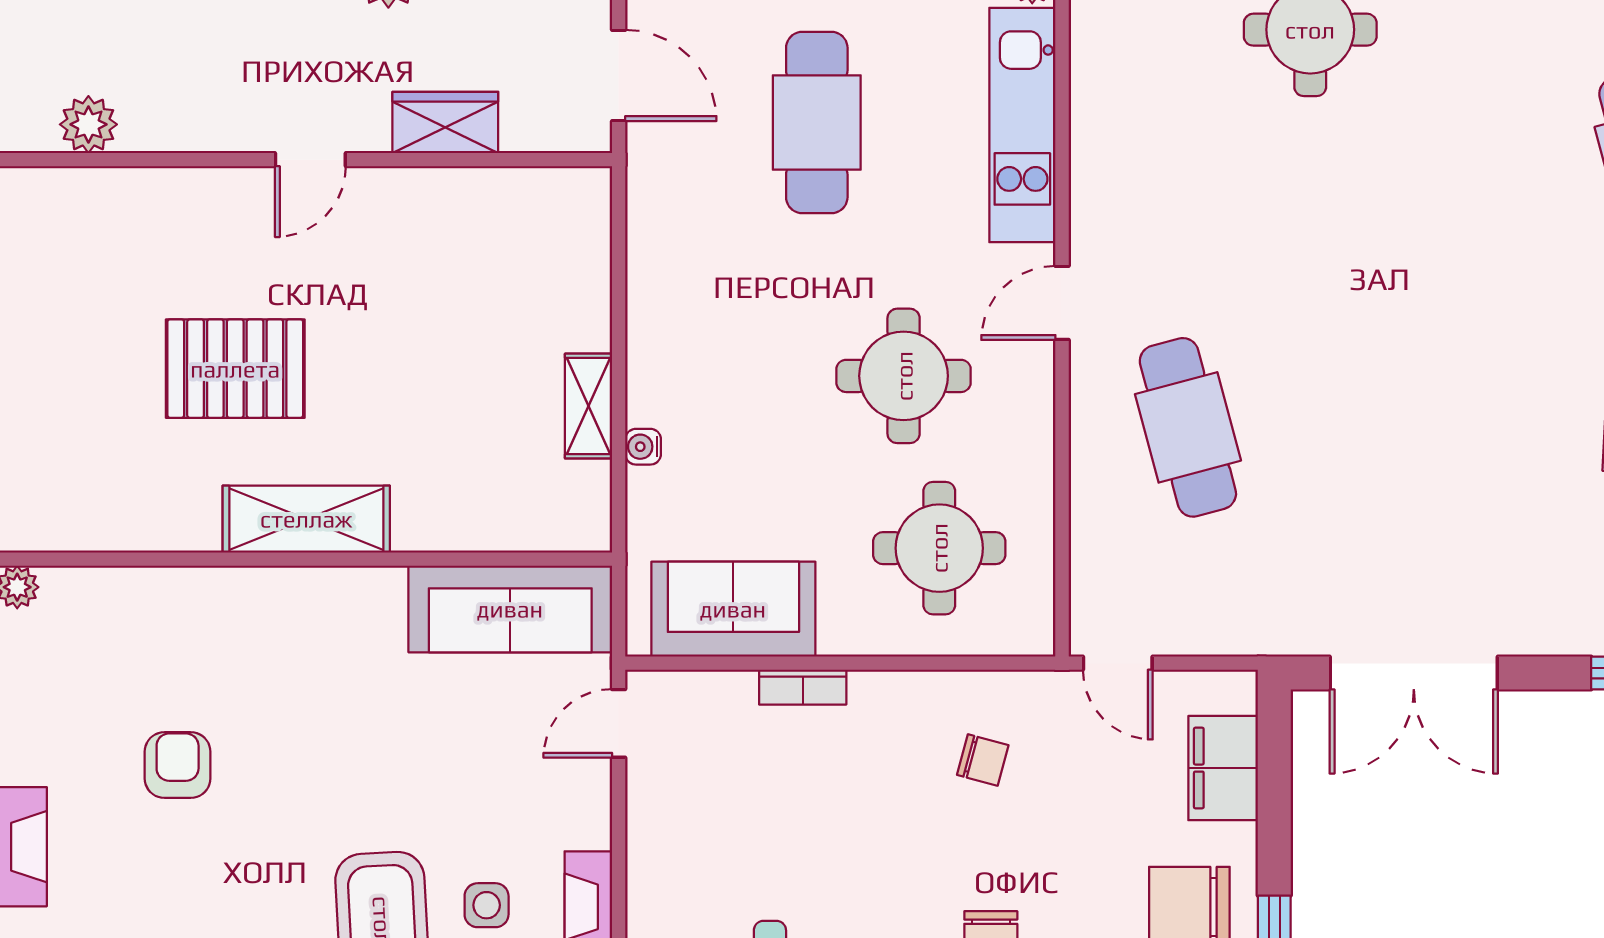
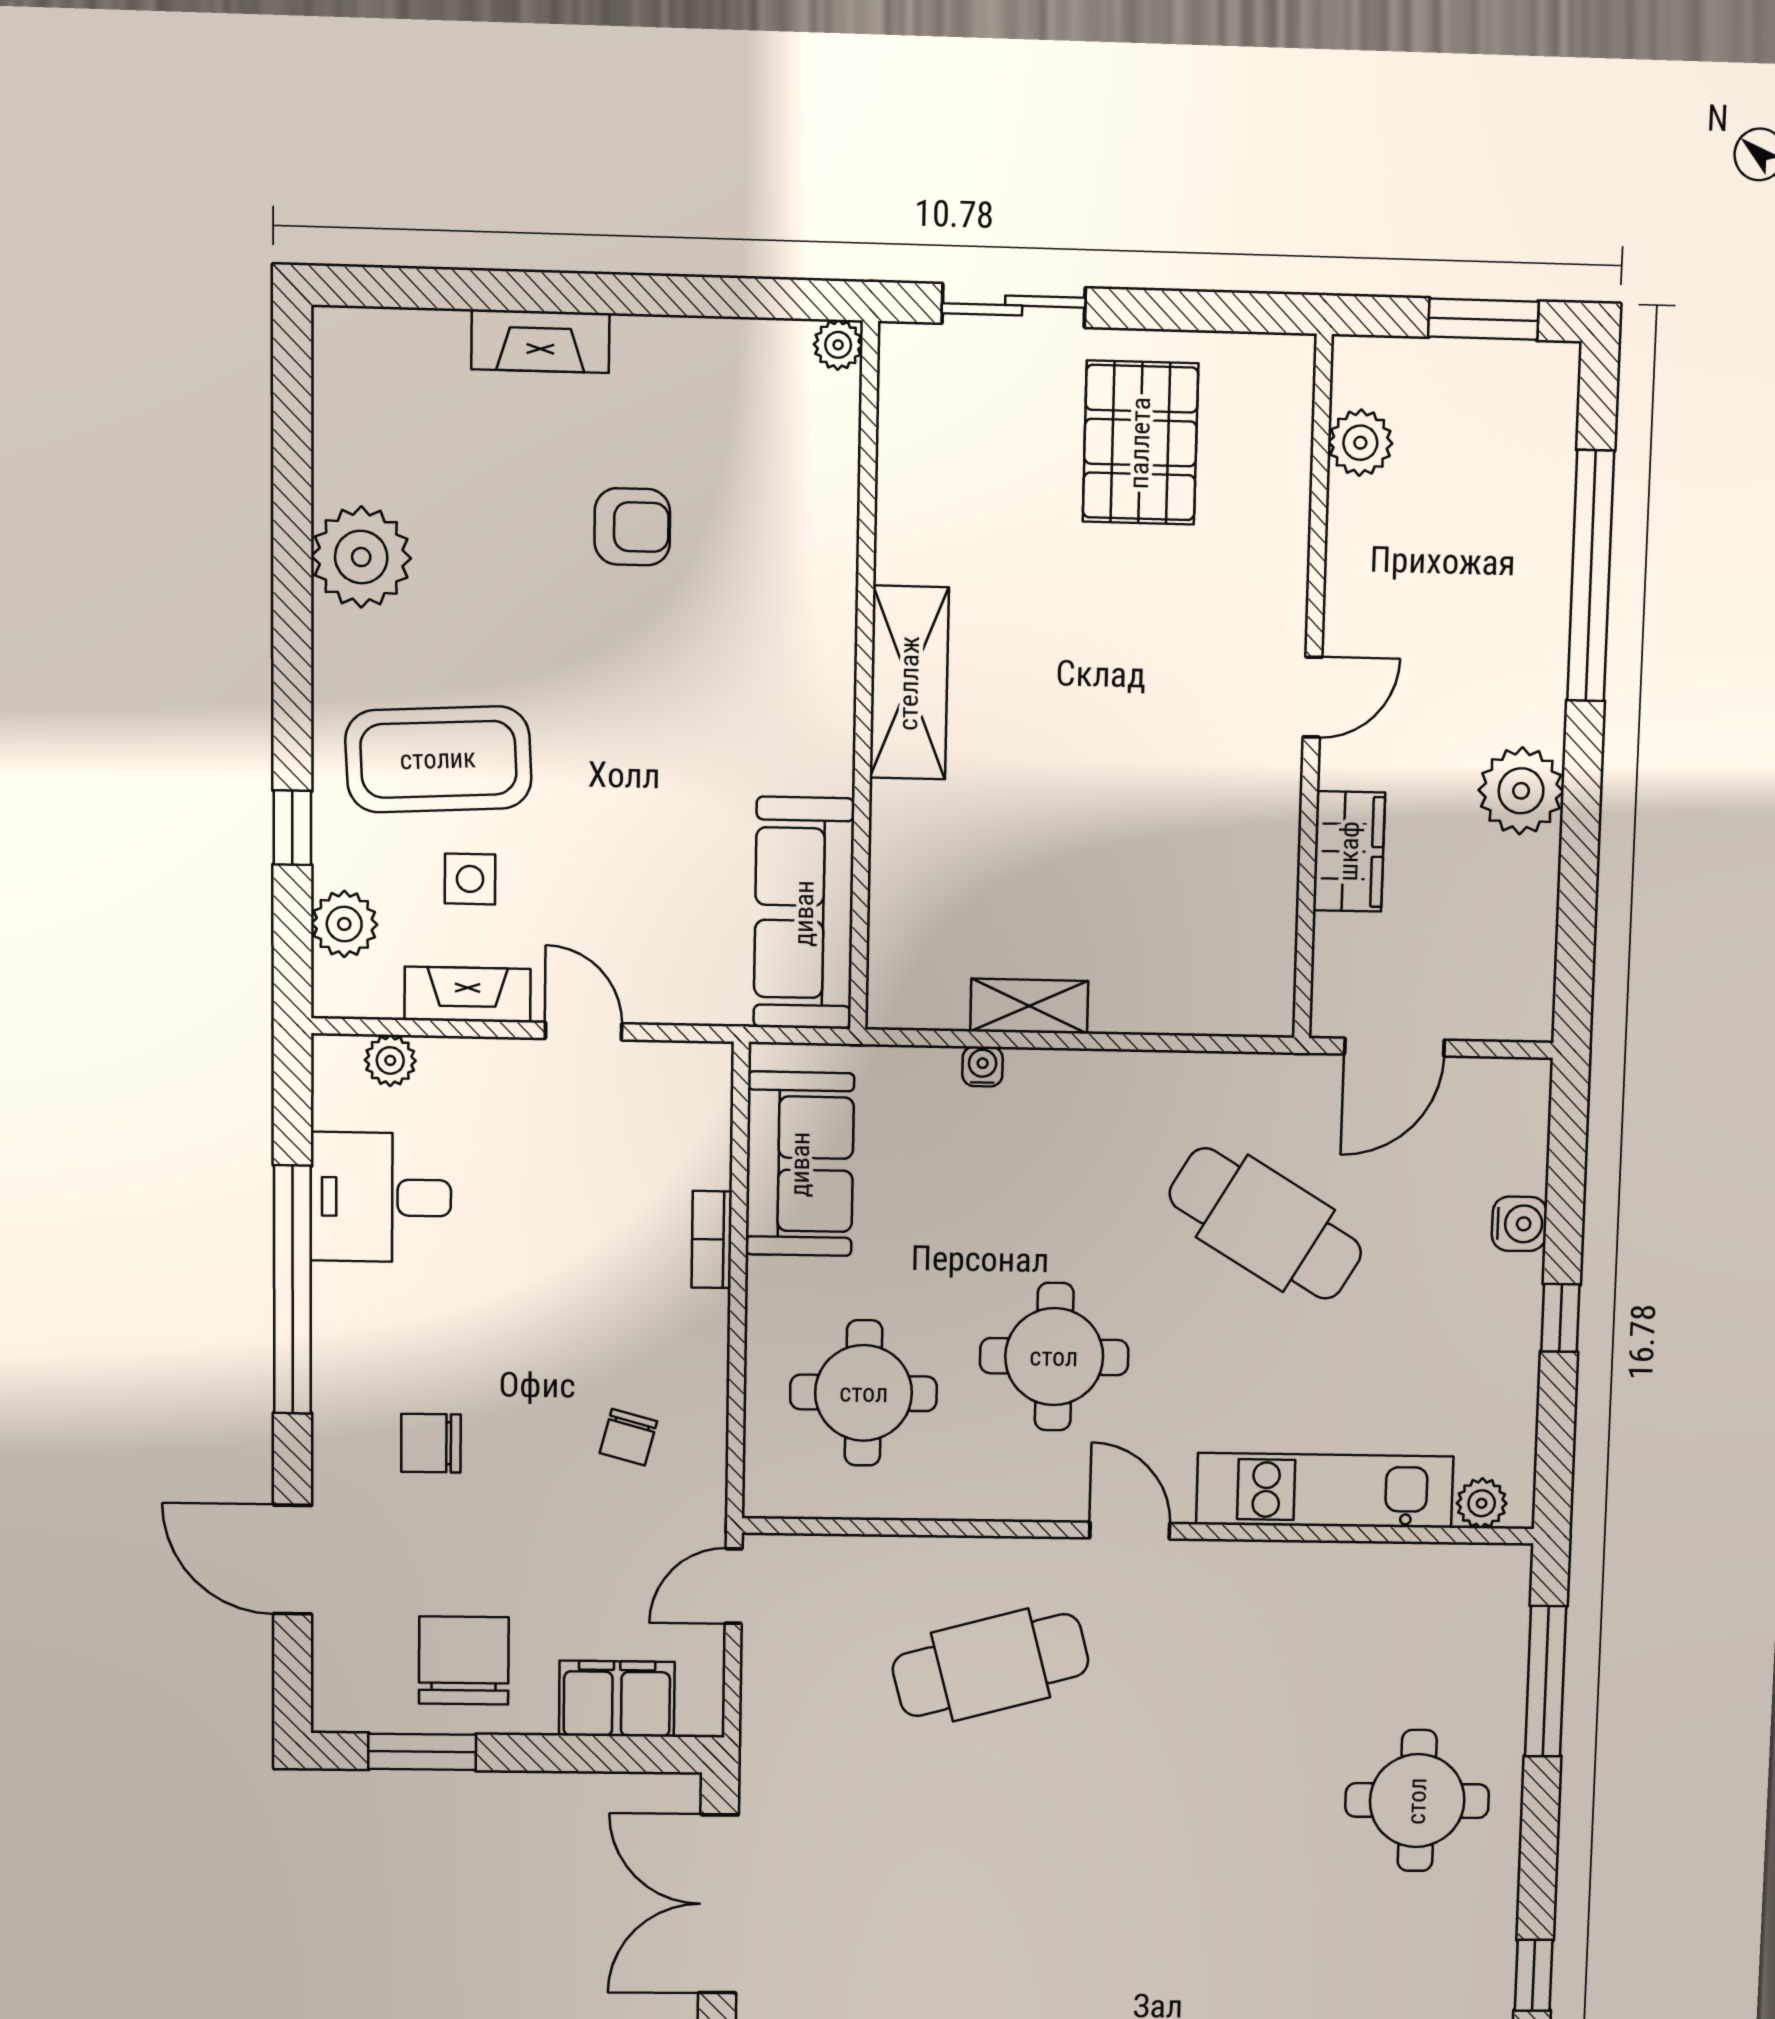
cafe table: (817, 123) -> (1265, 1223), moved, turned 31
door: (310, 160) -> (1313, 697), swing flipped
pallet: (235, 369) -> (1140, 443), moved
door: (619, 723) -> (584, 1031), moved

